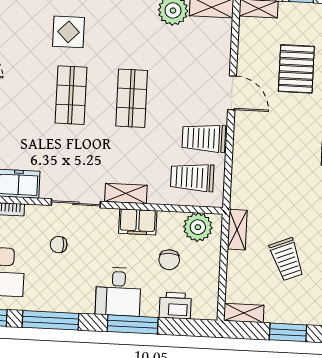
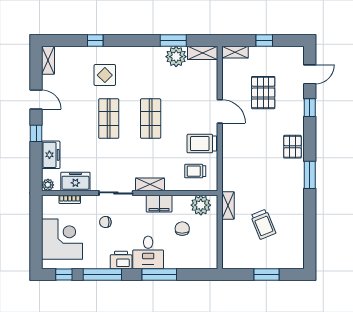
trolley: (192, 177) -> (195, 171), width x0.73, depth x0.72
chair: (169, 260) -> (182, 229), turned 180
printer: (175, 306) -> (121, 260), moved
shelving: (244, 313) -> (235, 263), removed

